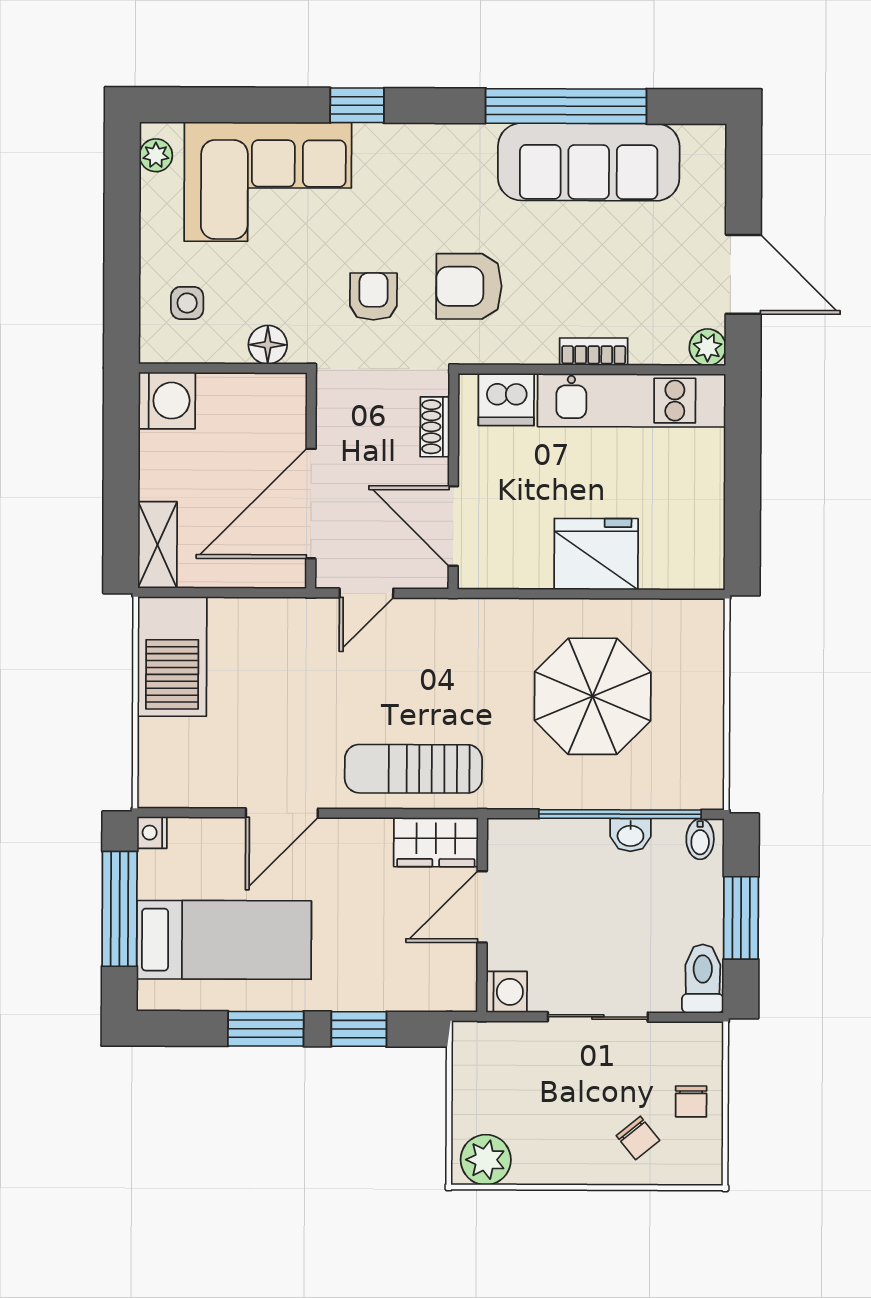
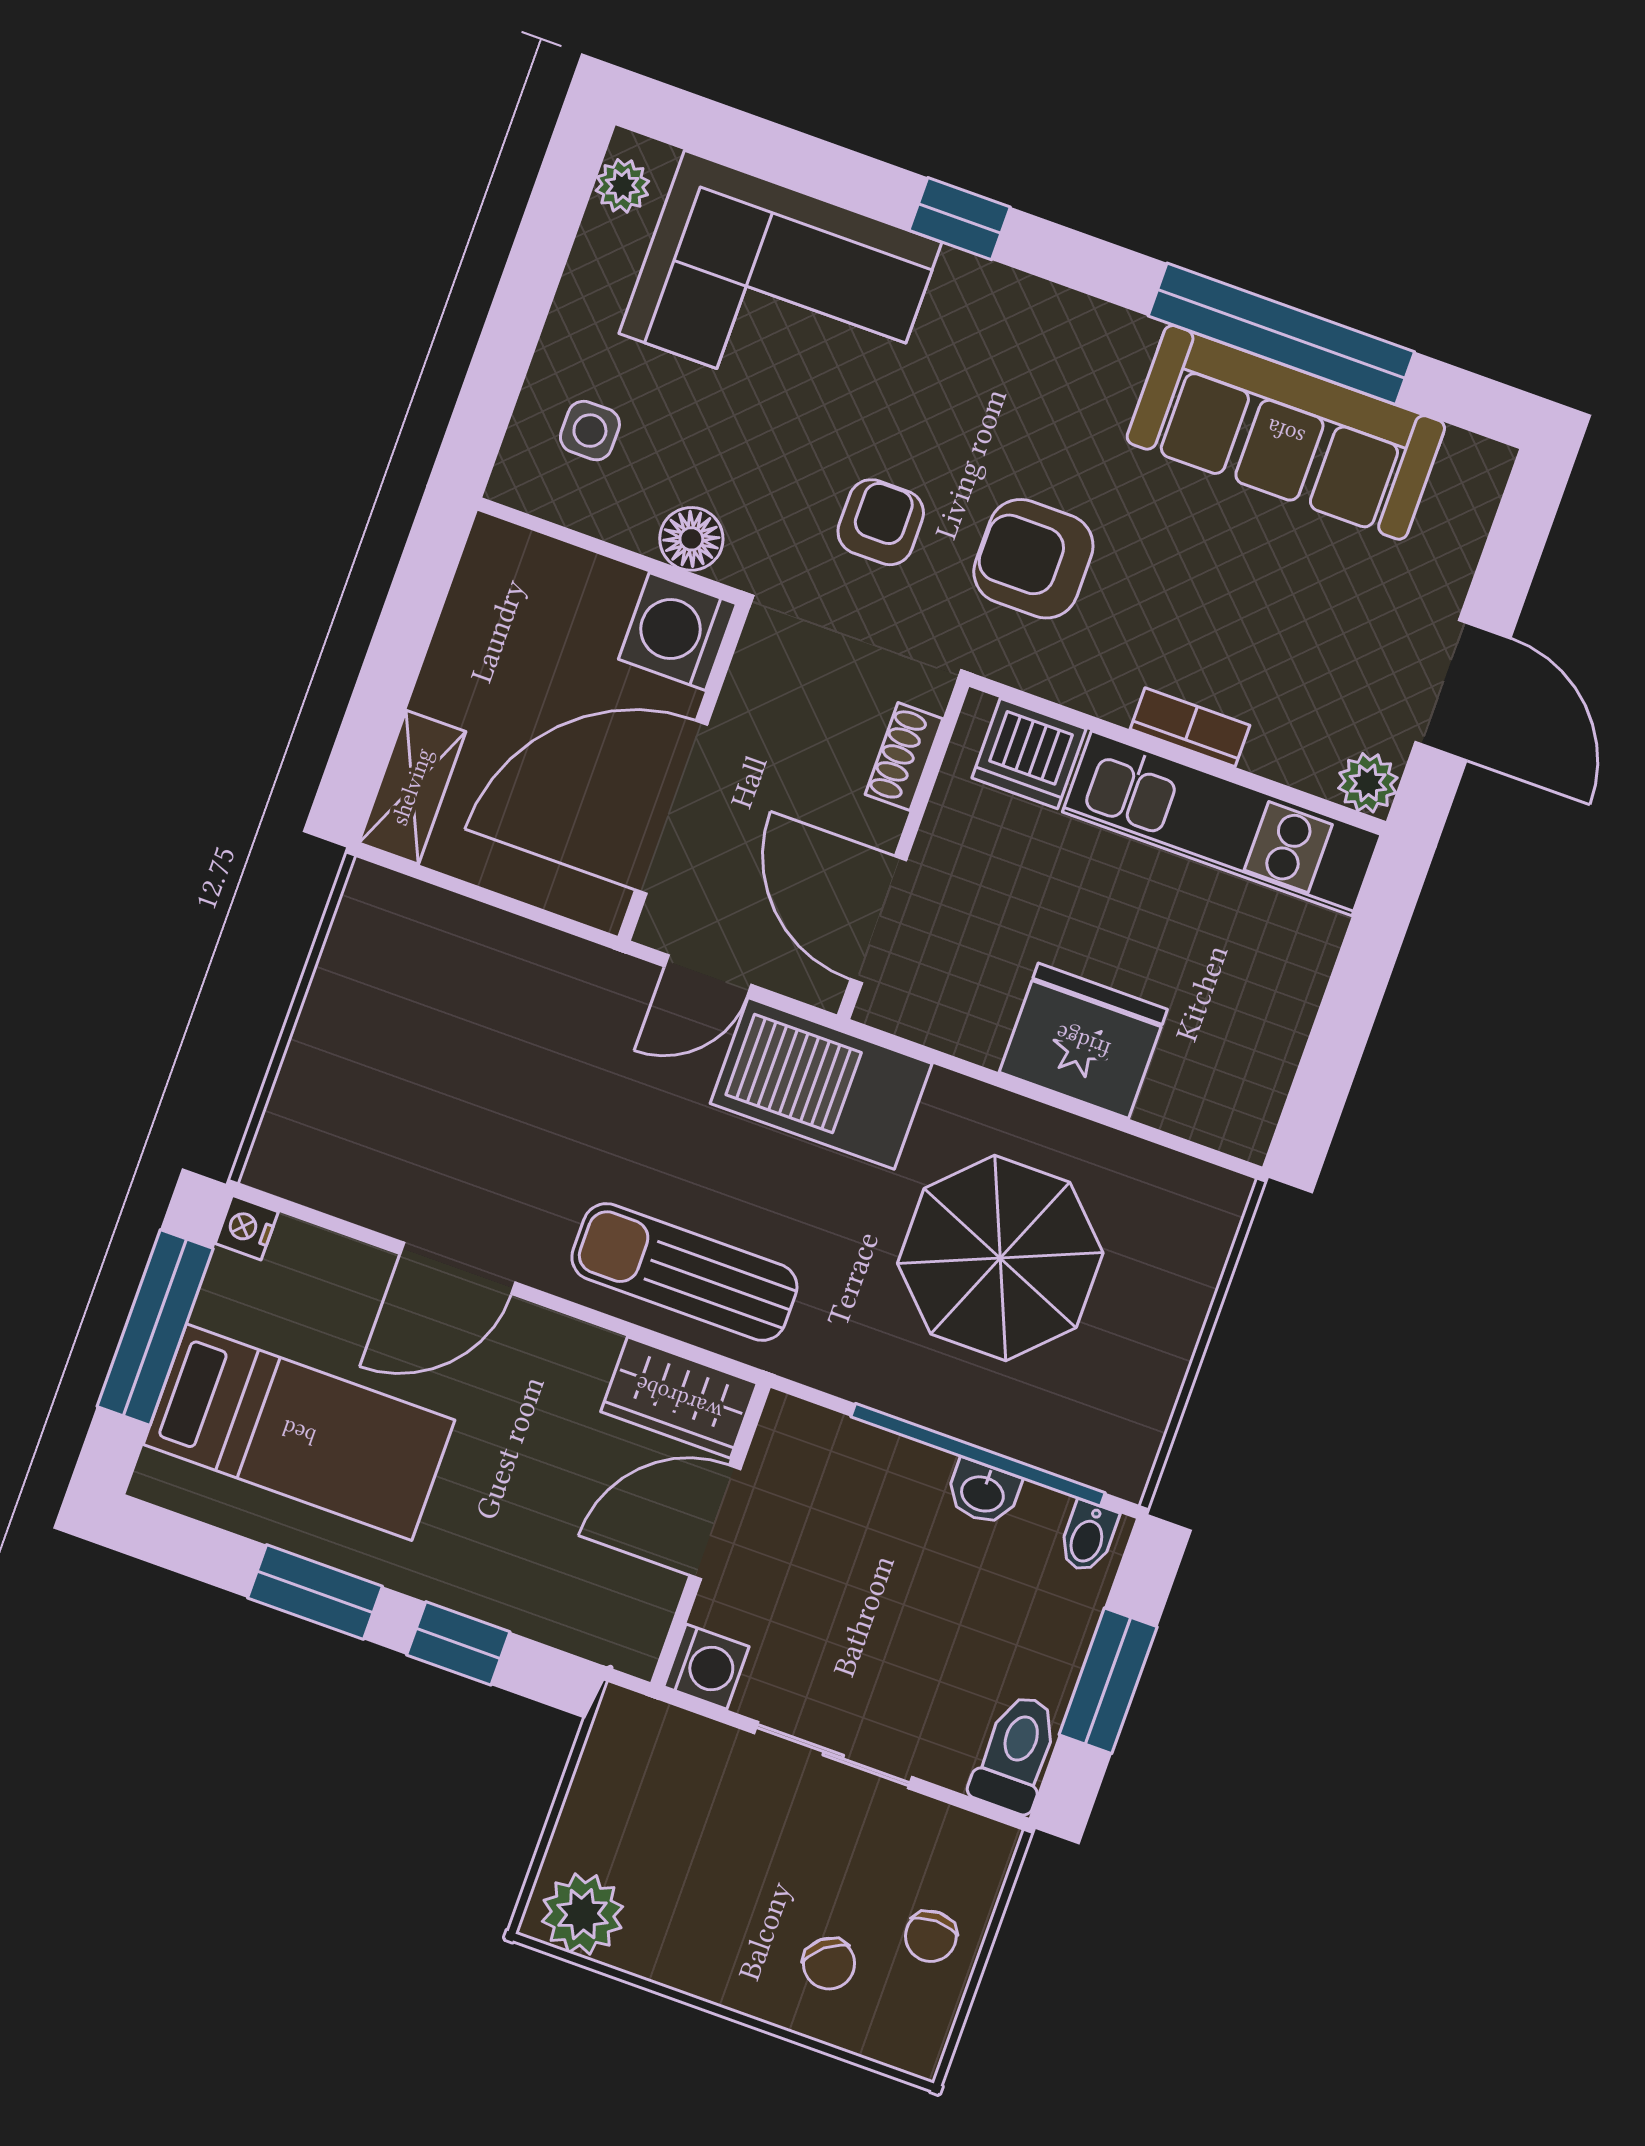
washing machine: (167, 401) -> (677, 632), moved, turned 180
barbecue: (172, 656) -> (821, 1083), moved, turned 90

